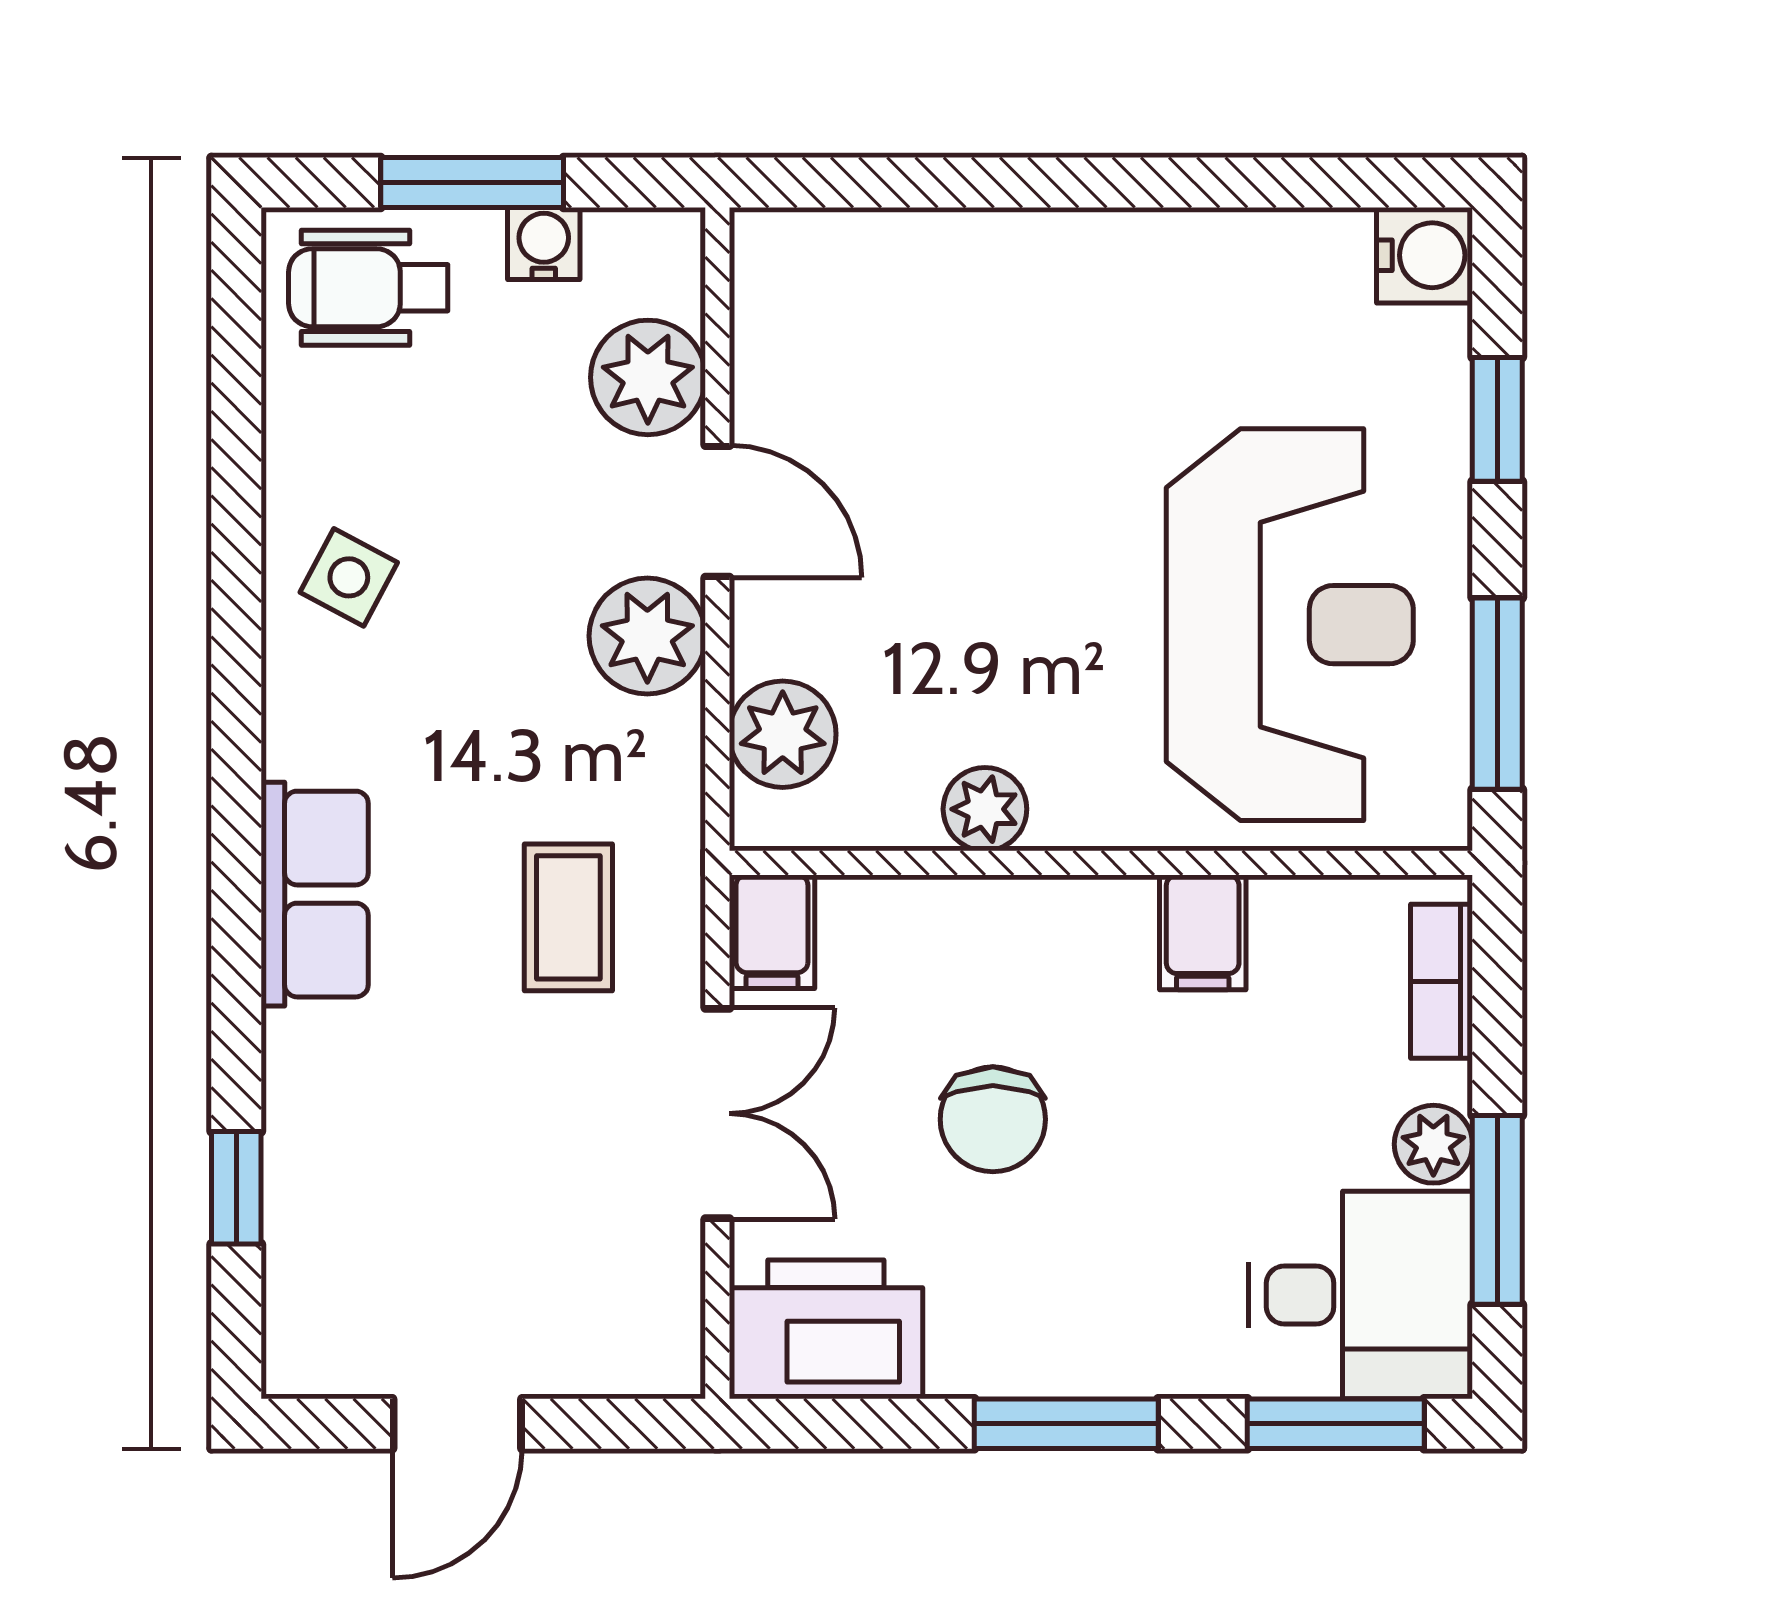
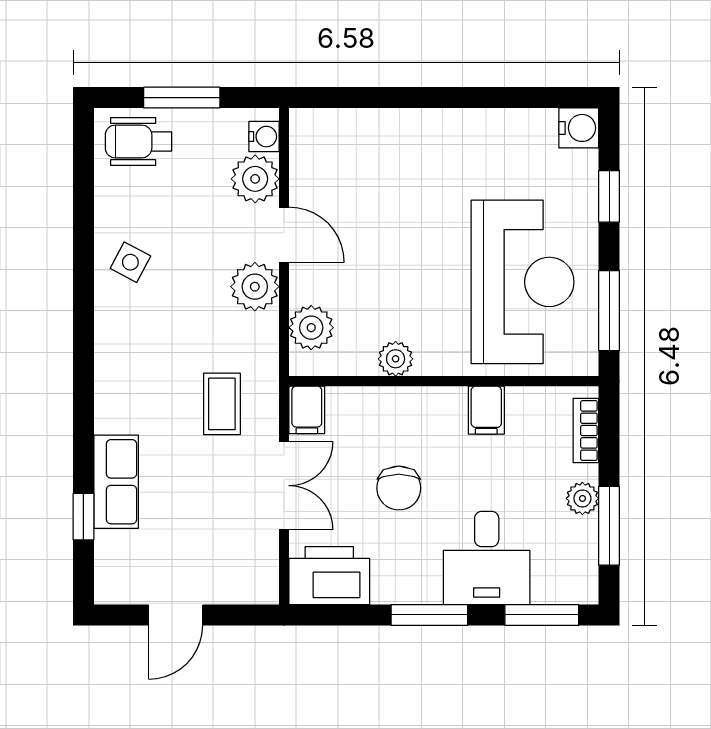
water cooler: (544, 244) -> (264, 137), moved, turned 90
row of seats: (315, 894) -> (116, 482), moved
desk: (1360, 1295) -> (487, 558), moved, turned 90

